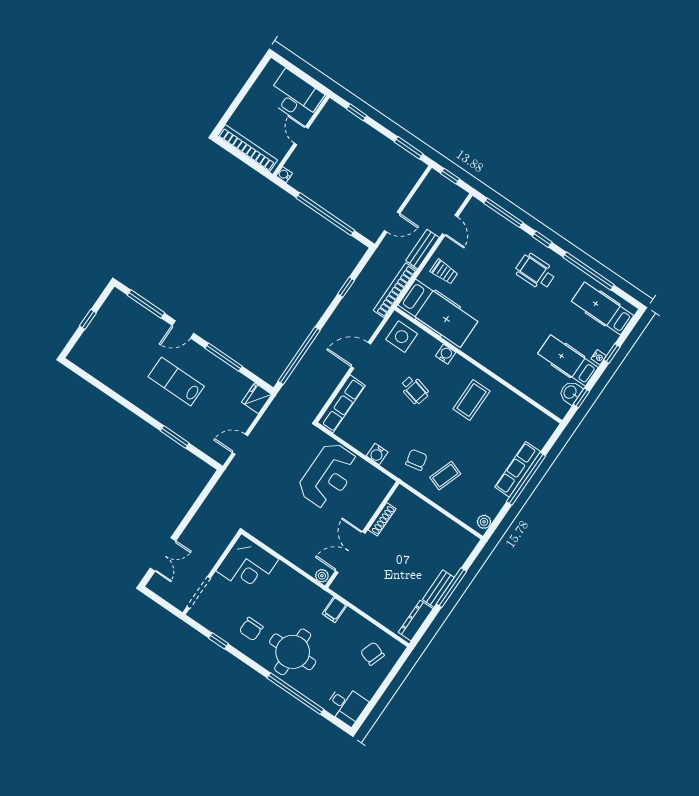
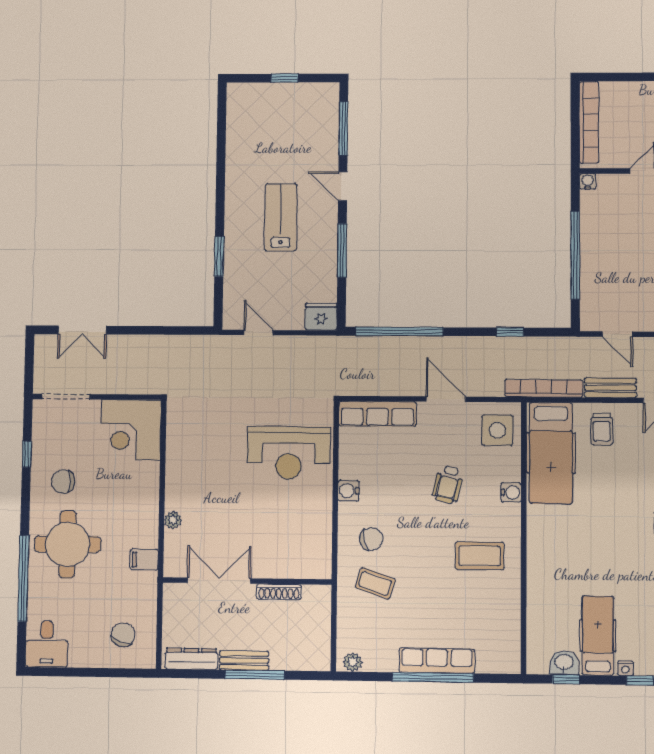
shoe rack: (382, 519) -> (279, 592), moved
wall: (362, 535) -> (247, 581), moved
double door: (350, 552) -> (219, 581), moved

